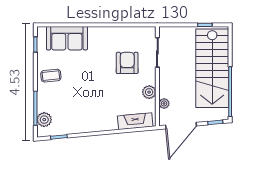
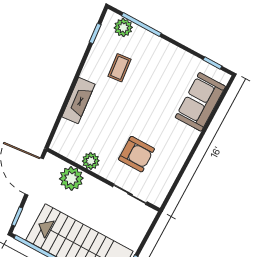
coffee table: (51, 76) -> (120, 68), moved
plant: (164, 103) -> (71, 178), width x1.87, depth x1.87
fireplace: (135, 121) -> (78, 100), moved

